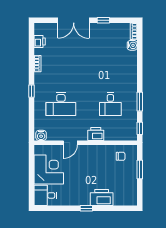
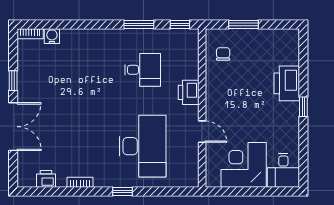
desk: (61, 104) -> (143, 146), width x1.36, depth x1.30
water cooler: (41, 135) -> (191, 177), removed

